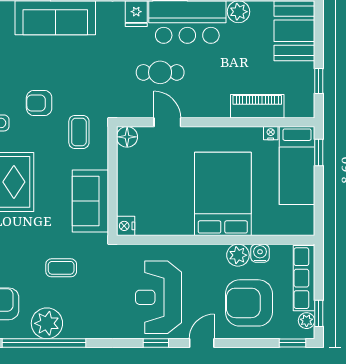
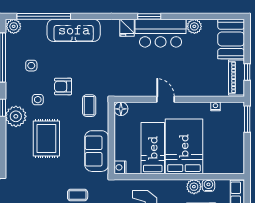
cafe table: (160, 72) -> (143, 66), removed
piano: (257, 106) -> (236, 77), moved, turned -90
door: (167, 122) -> (166, 99), moved
window: (319, 153) -> (247, 119), width x1.50
bed: (297, 165) -> (153, 148), moved, turned 180

